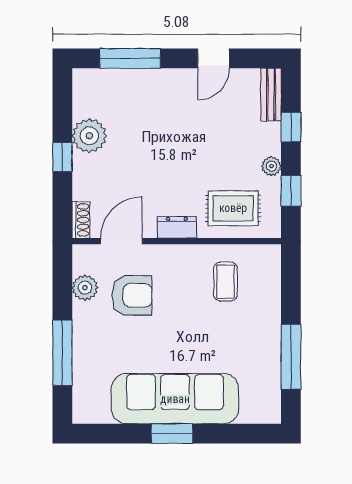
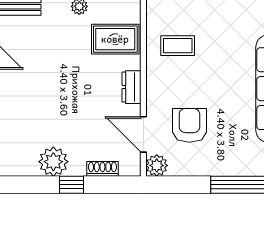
rug: (233, 208) -> (115, 39), turned 90
shoe rack: (81, 220) -> (102, 169), moved
plant: (85, 288) -> (157, 165), moved

